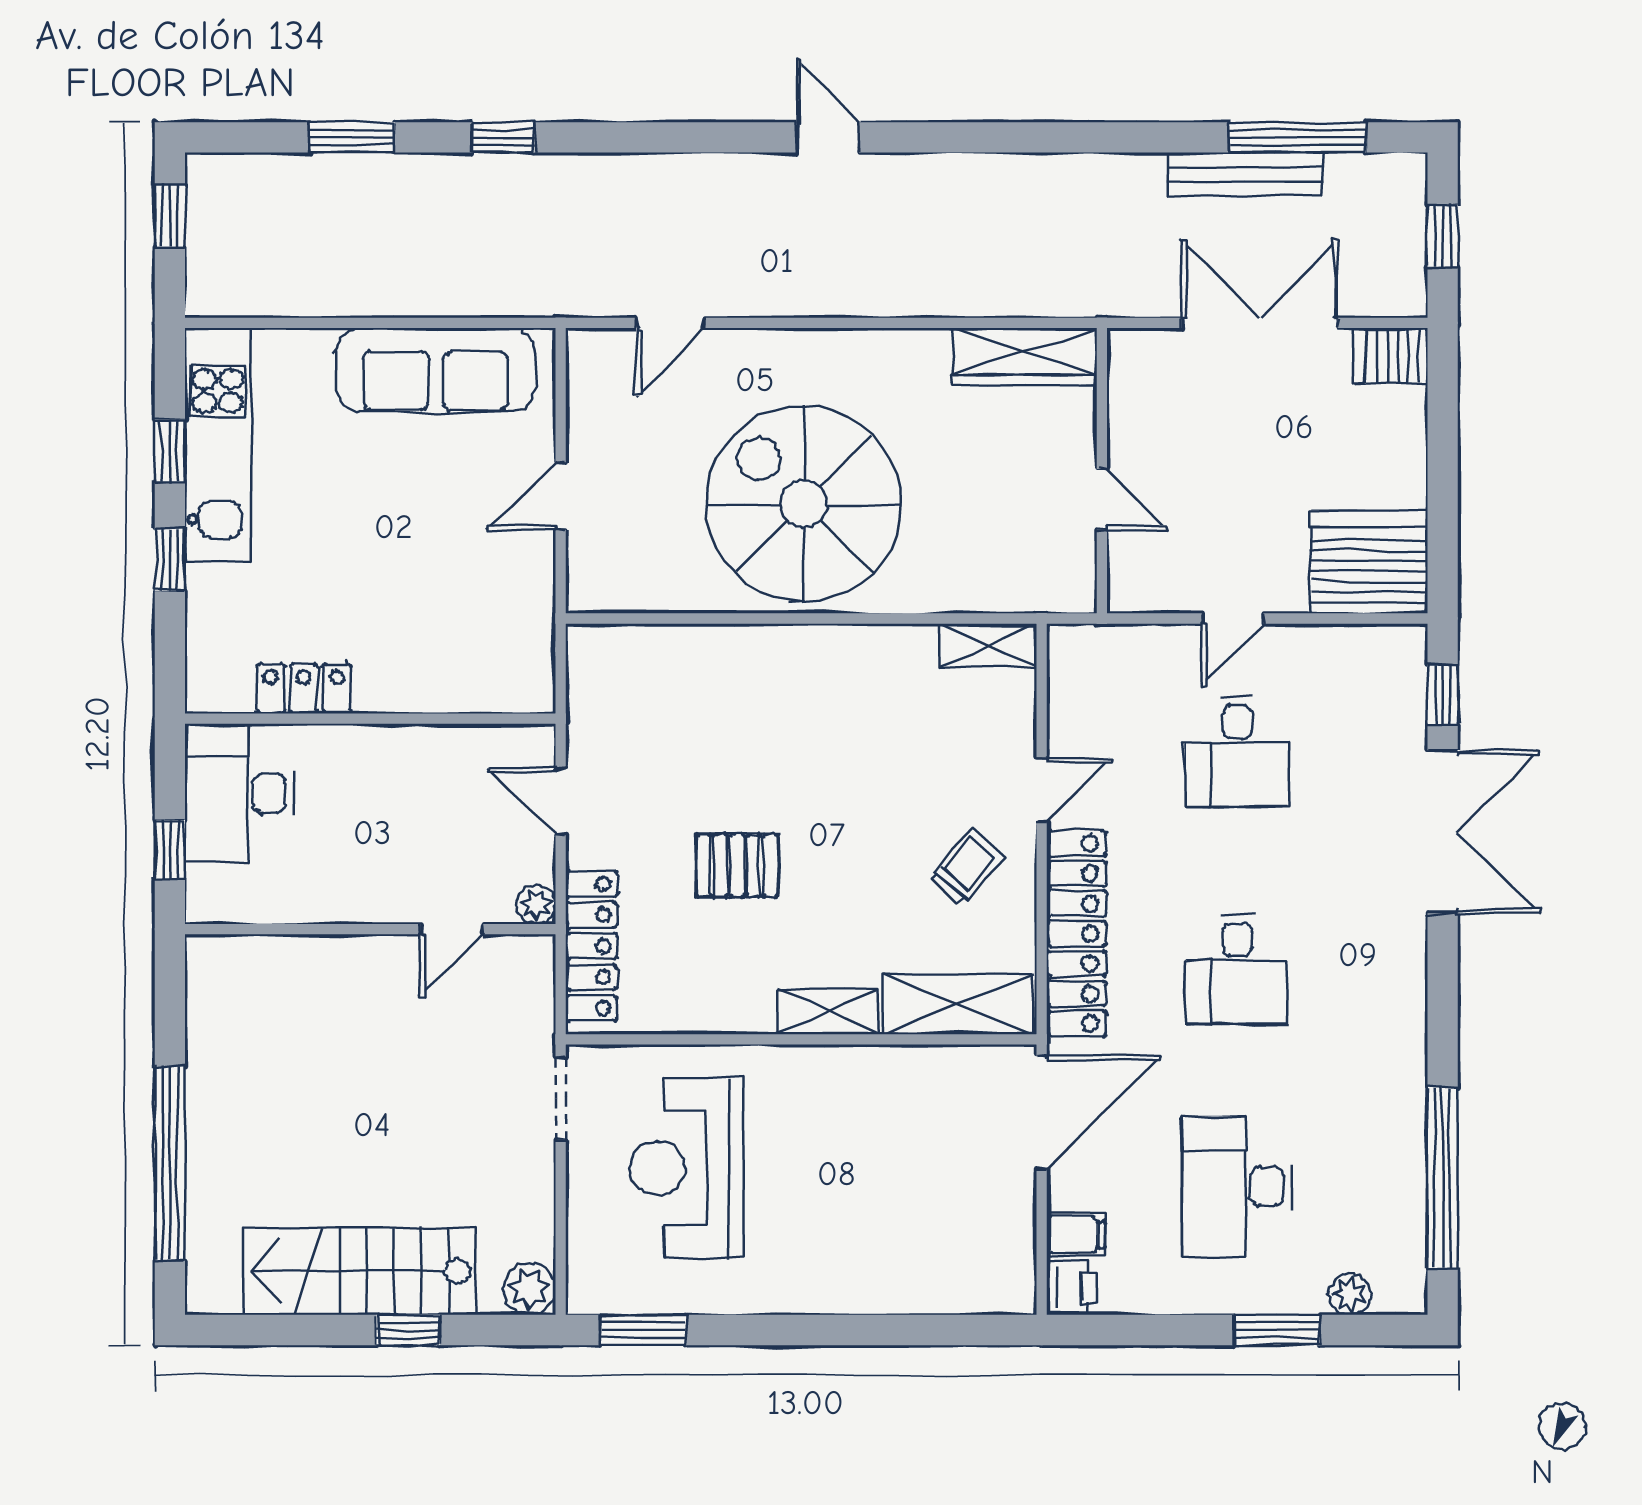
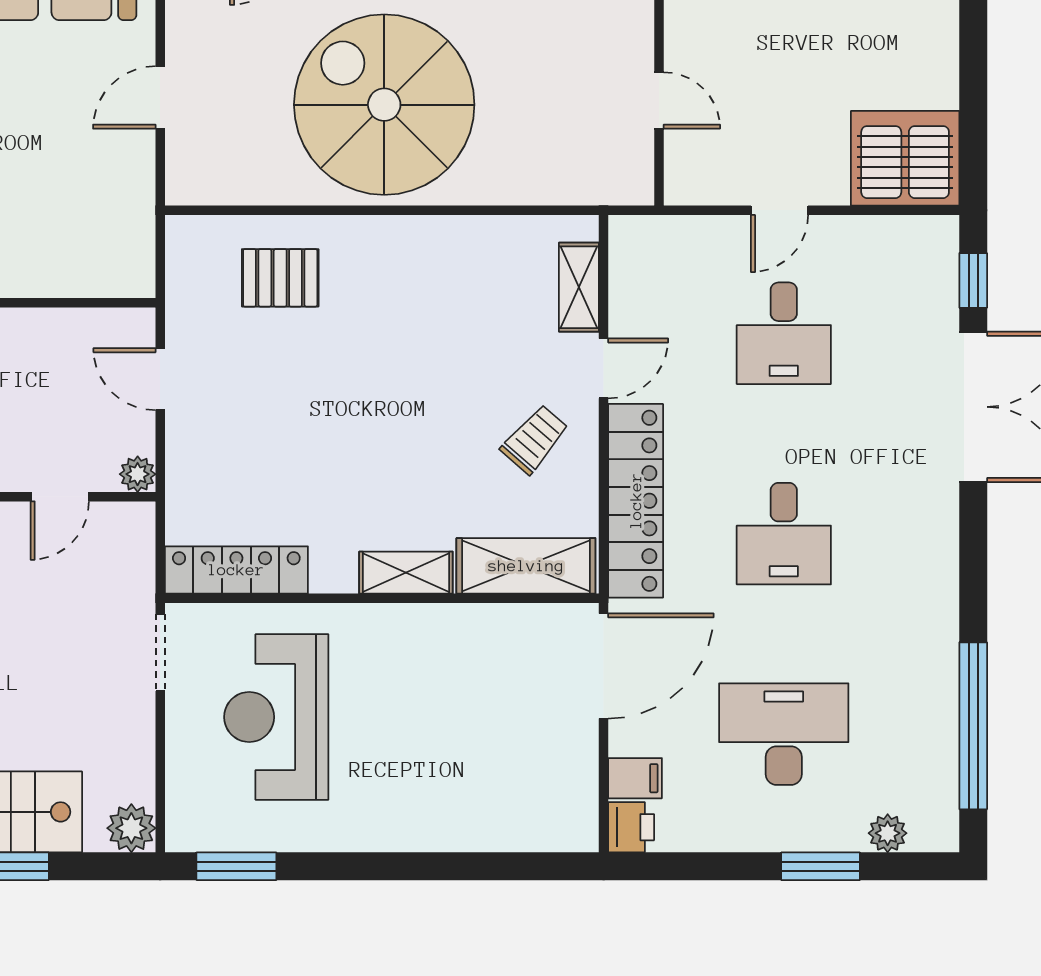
shelving: (988, 645) -> (579, 287), moved, turned 90
pallet: (737, 866) -> (280, 278), moved
locker: (591, 946) -> (236, 570), moved, turned -90
desk: (1237, 1187) -> (784, 734), turned 90

